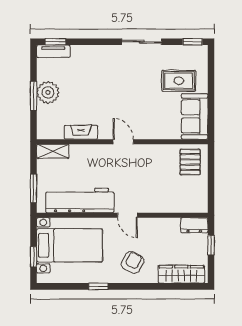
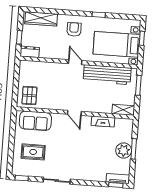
sofa: (195, 116) -> (35, 121), moved, turned 90
armchair: (133, 263) -> (74, 29), turned 153

